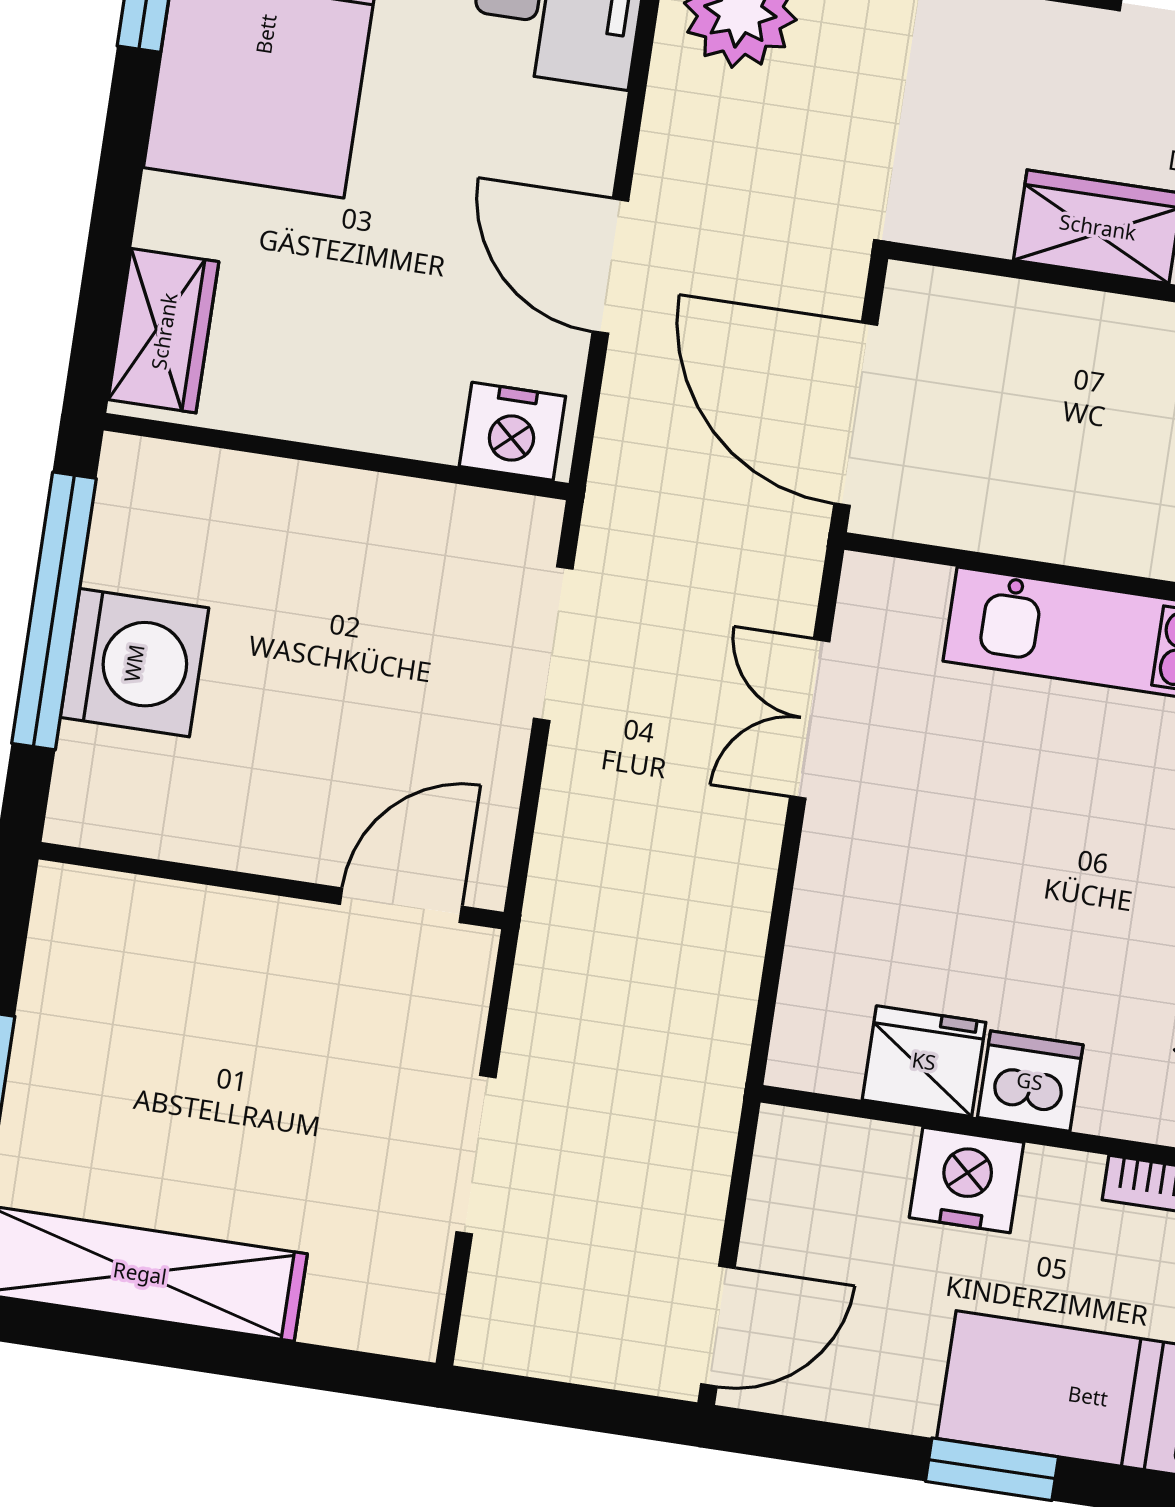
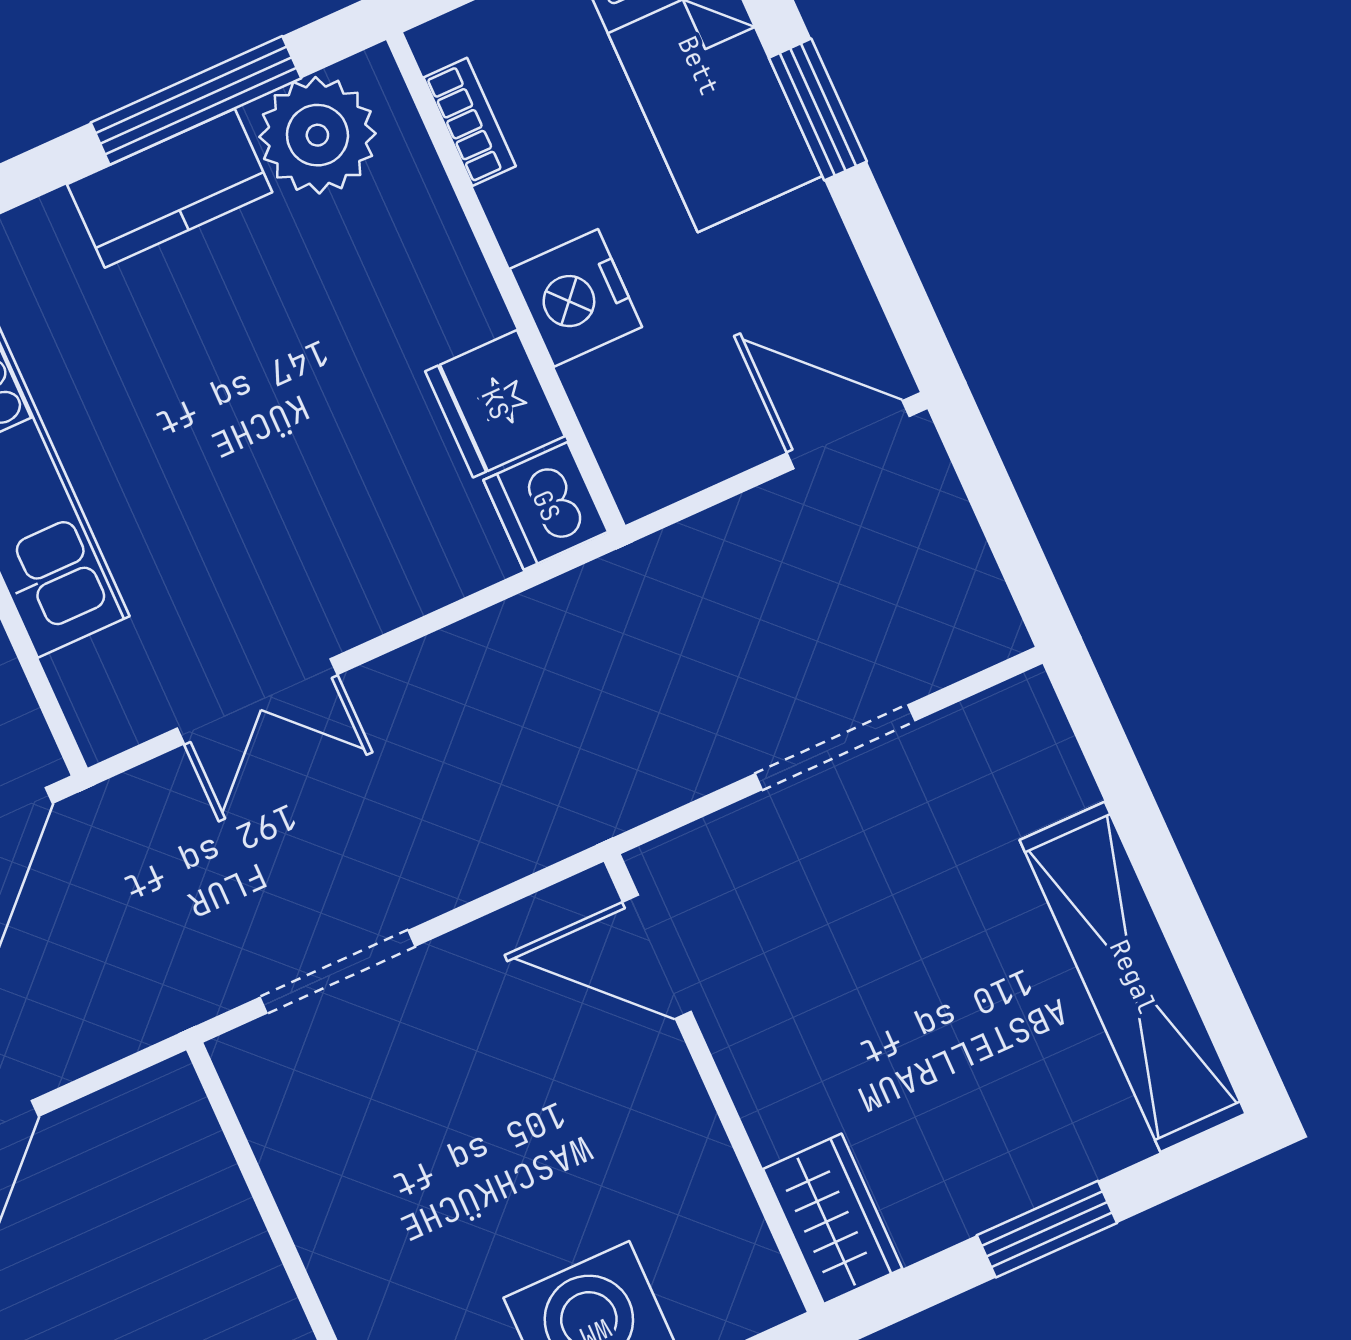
nightstand: (512, 431) -> (173, 1130), removed
wardrobe: (102, 910) -> (833, 1219), added
dishwasher: (1030, 1081) -> (546, 506), moved

